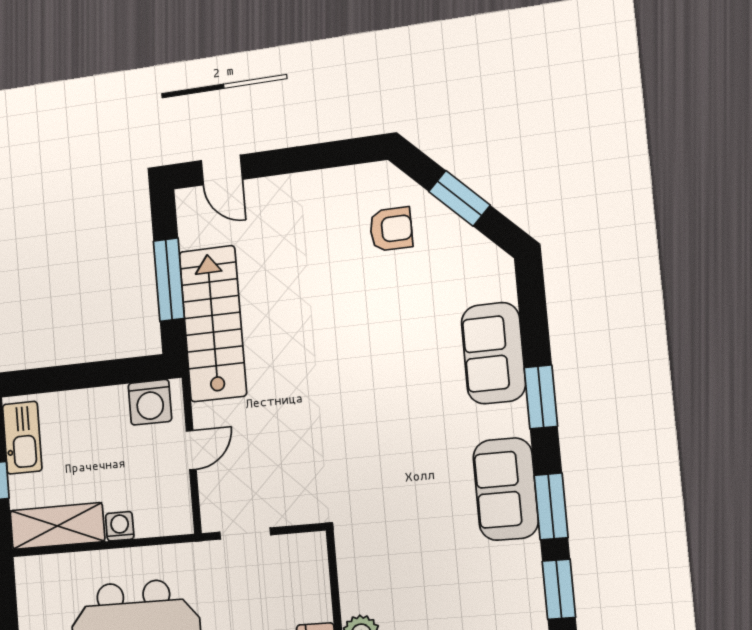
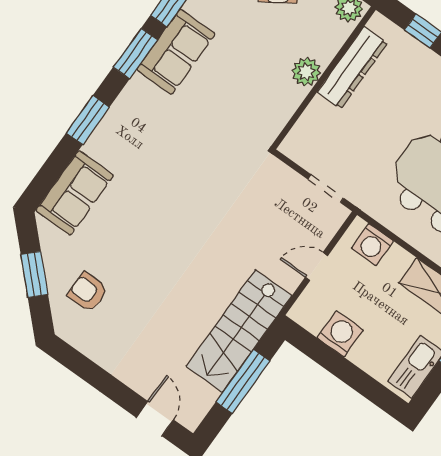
sofa: (493, 353) -> (75, 193), moved
washing machine: (150, 402) -> (340, 334), moved
sofa: (506, 489) -> (176, 52), moved
washing machine: (120, 526) -> (372, 245), moved, width x1.38, depth x1.38

